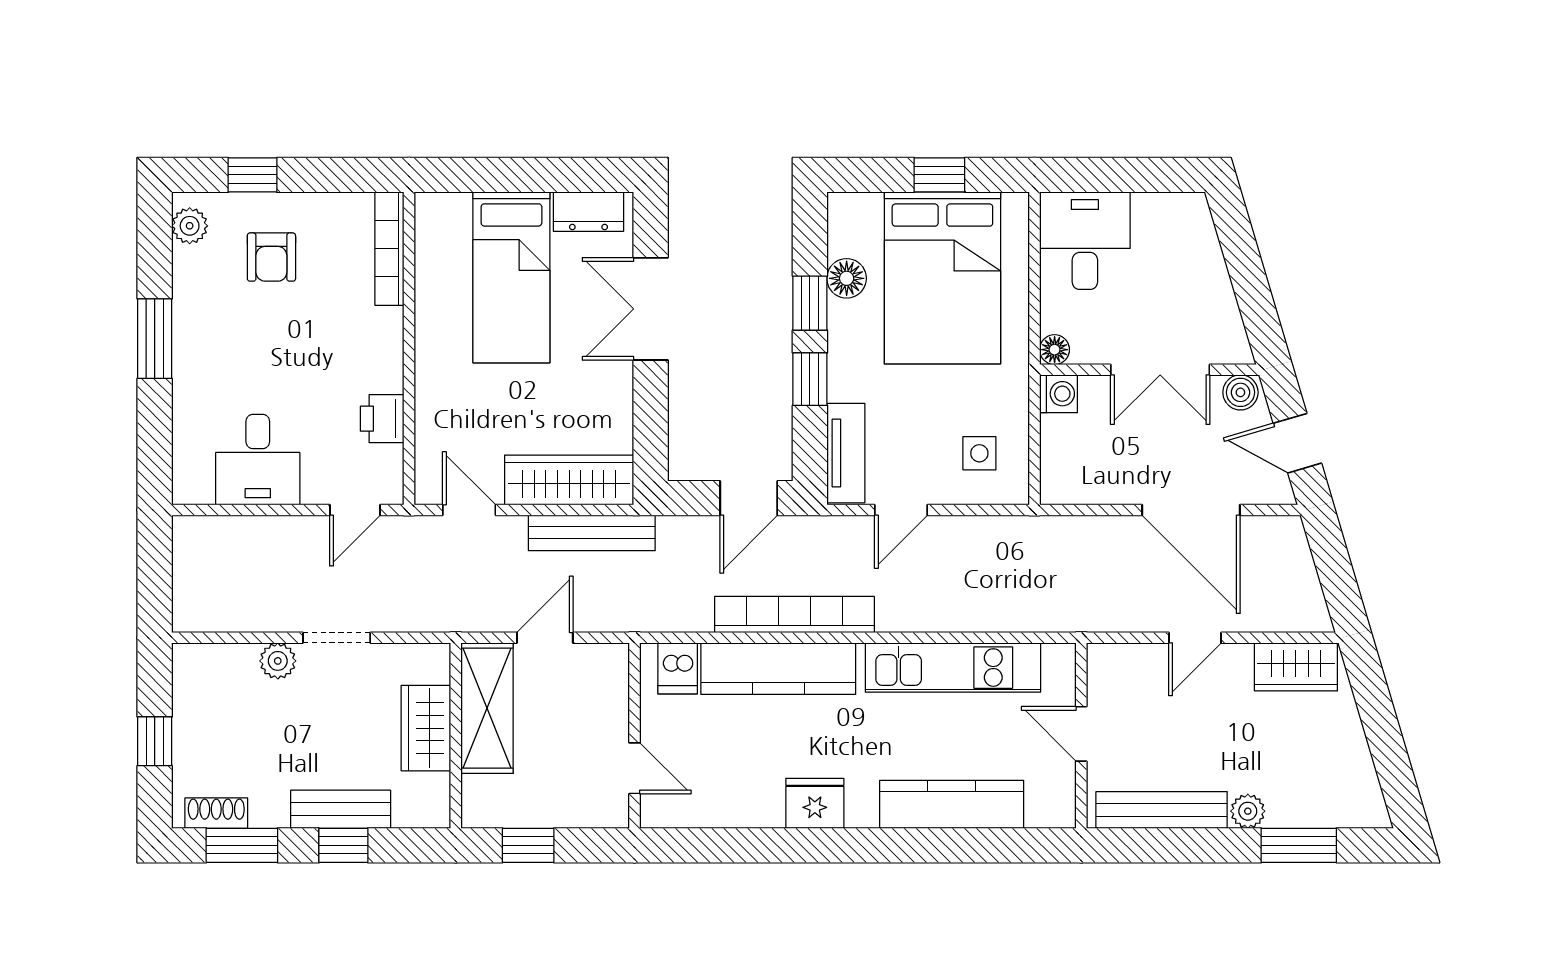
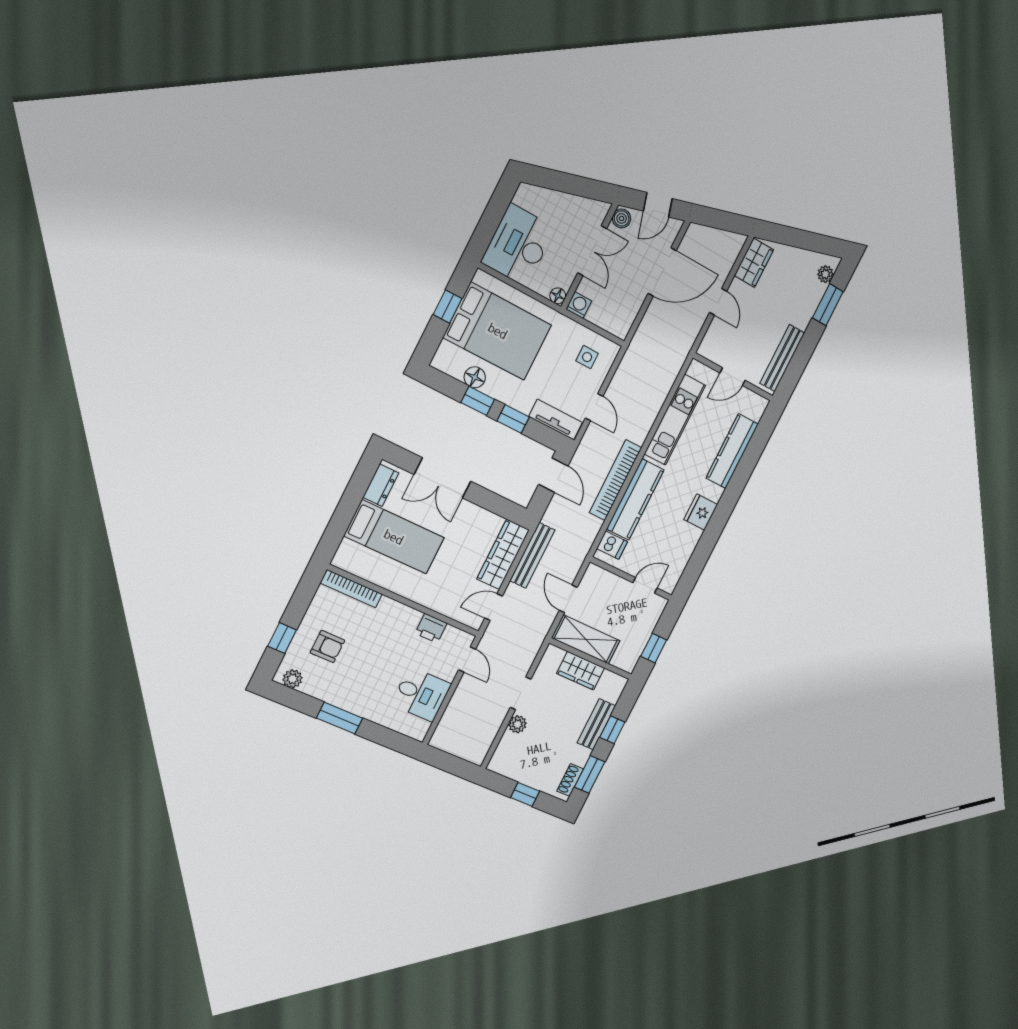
desk: (1085, 241) -> (518, 245), width x1.37
plant: (1248, 811) -> (825, 274), moved

